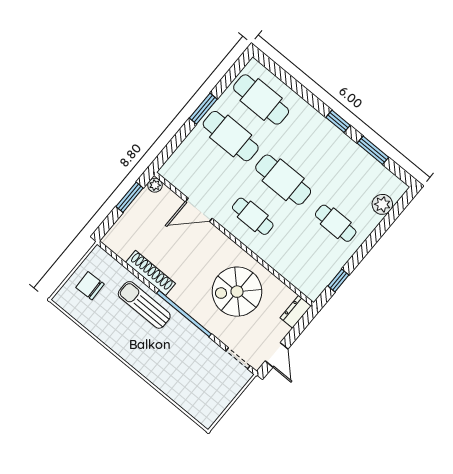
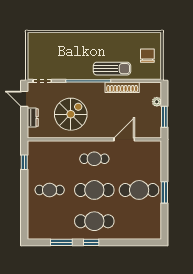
cafe table: (261, 99) -> (94, 221), moved
plant: (155, 185) -> (157, 102), moved
plant: (382, 204) -> (34, 219), removed
chair: (90, 286) -> (147, 56), turned -88
dresser: (296, 312) -> (33, 118), moved

